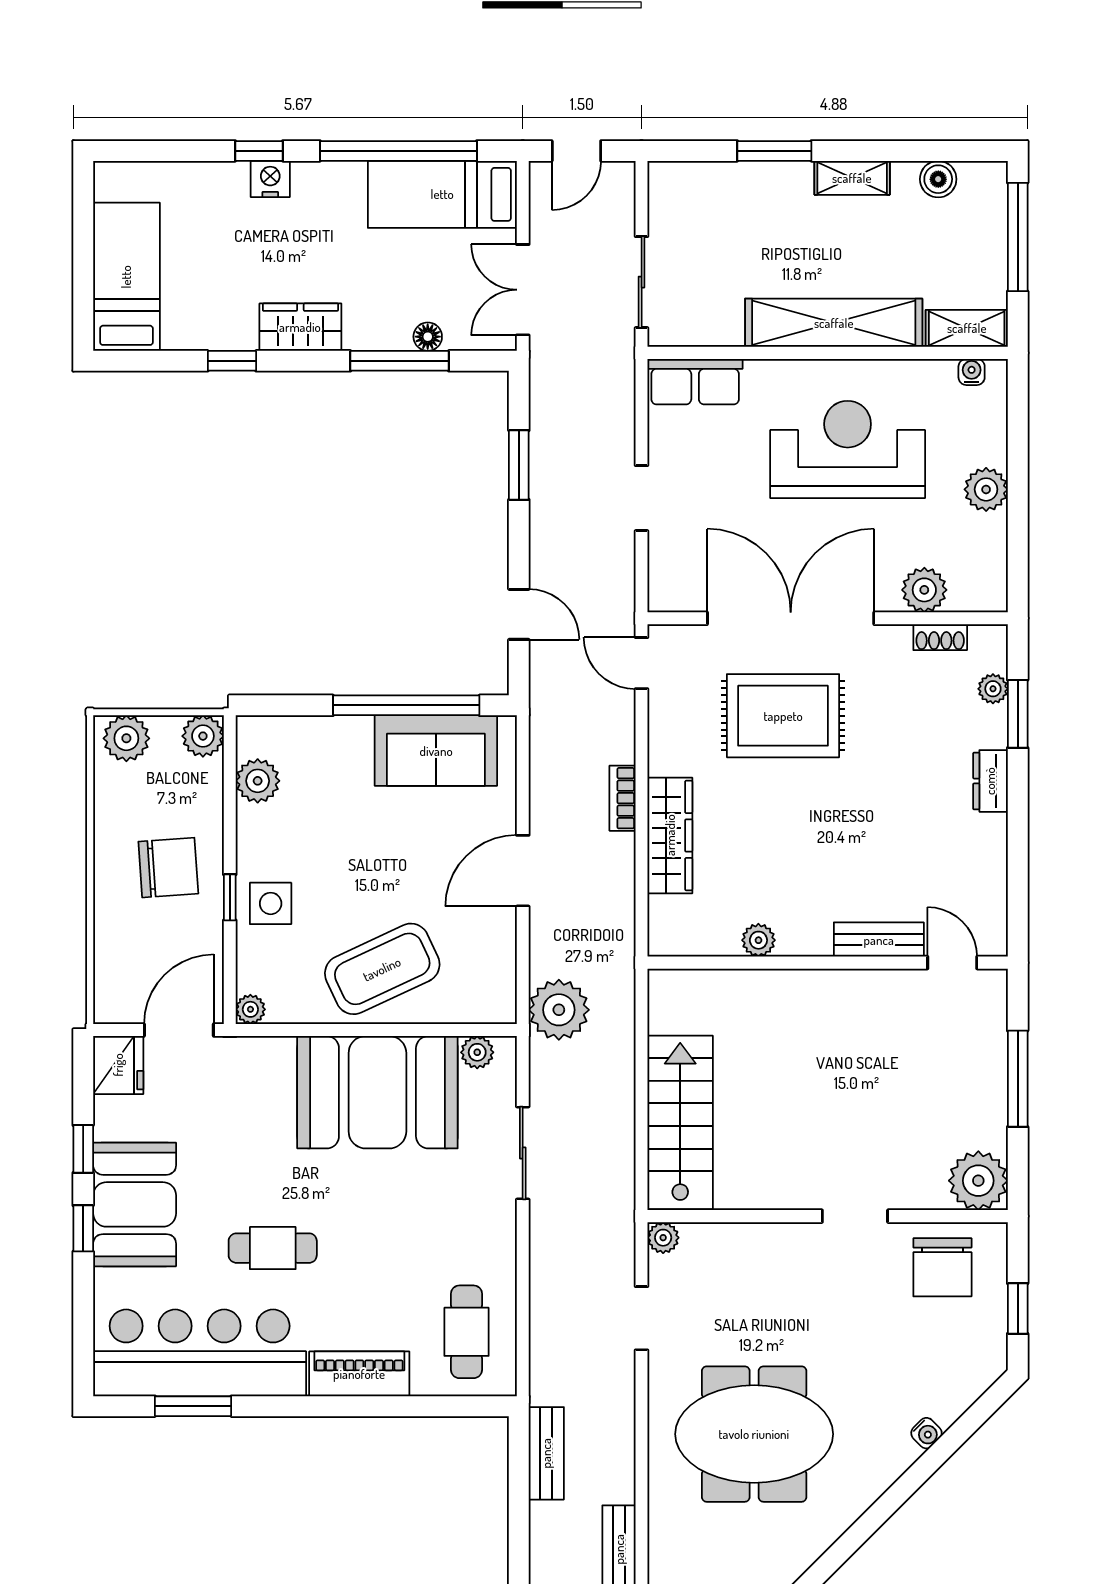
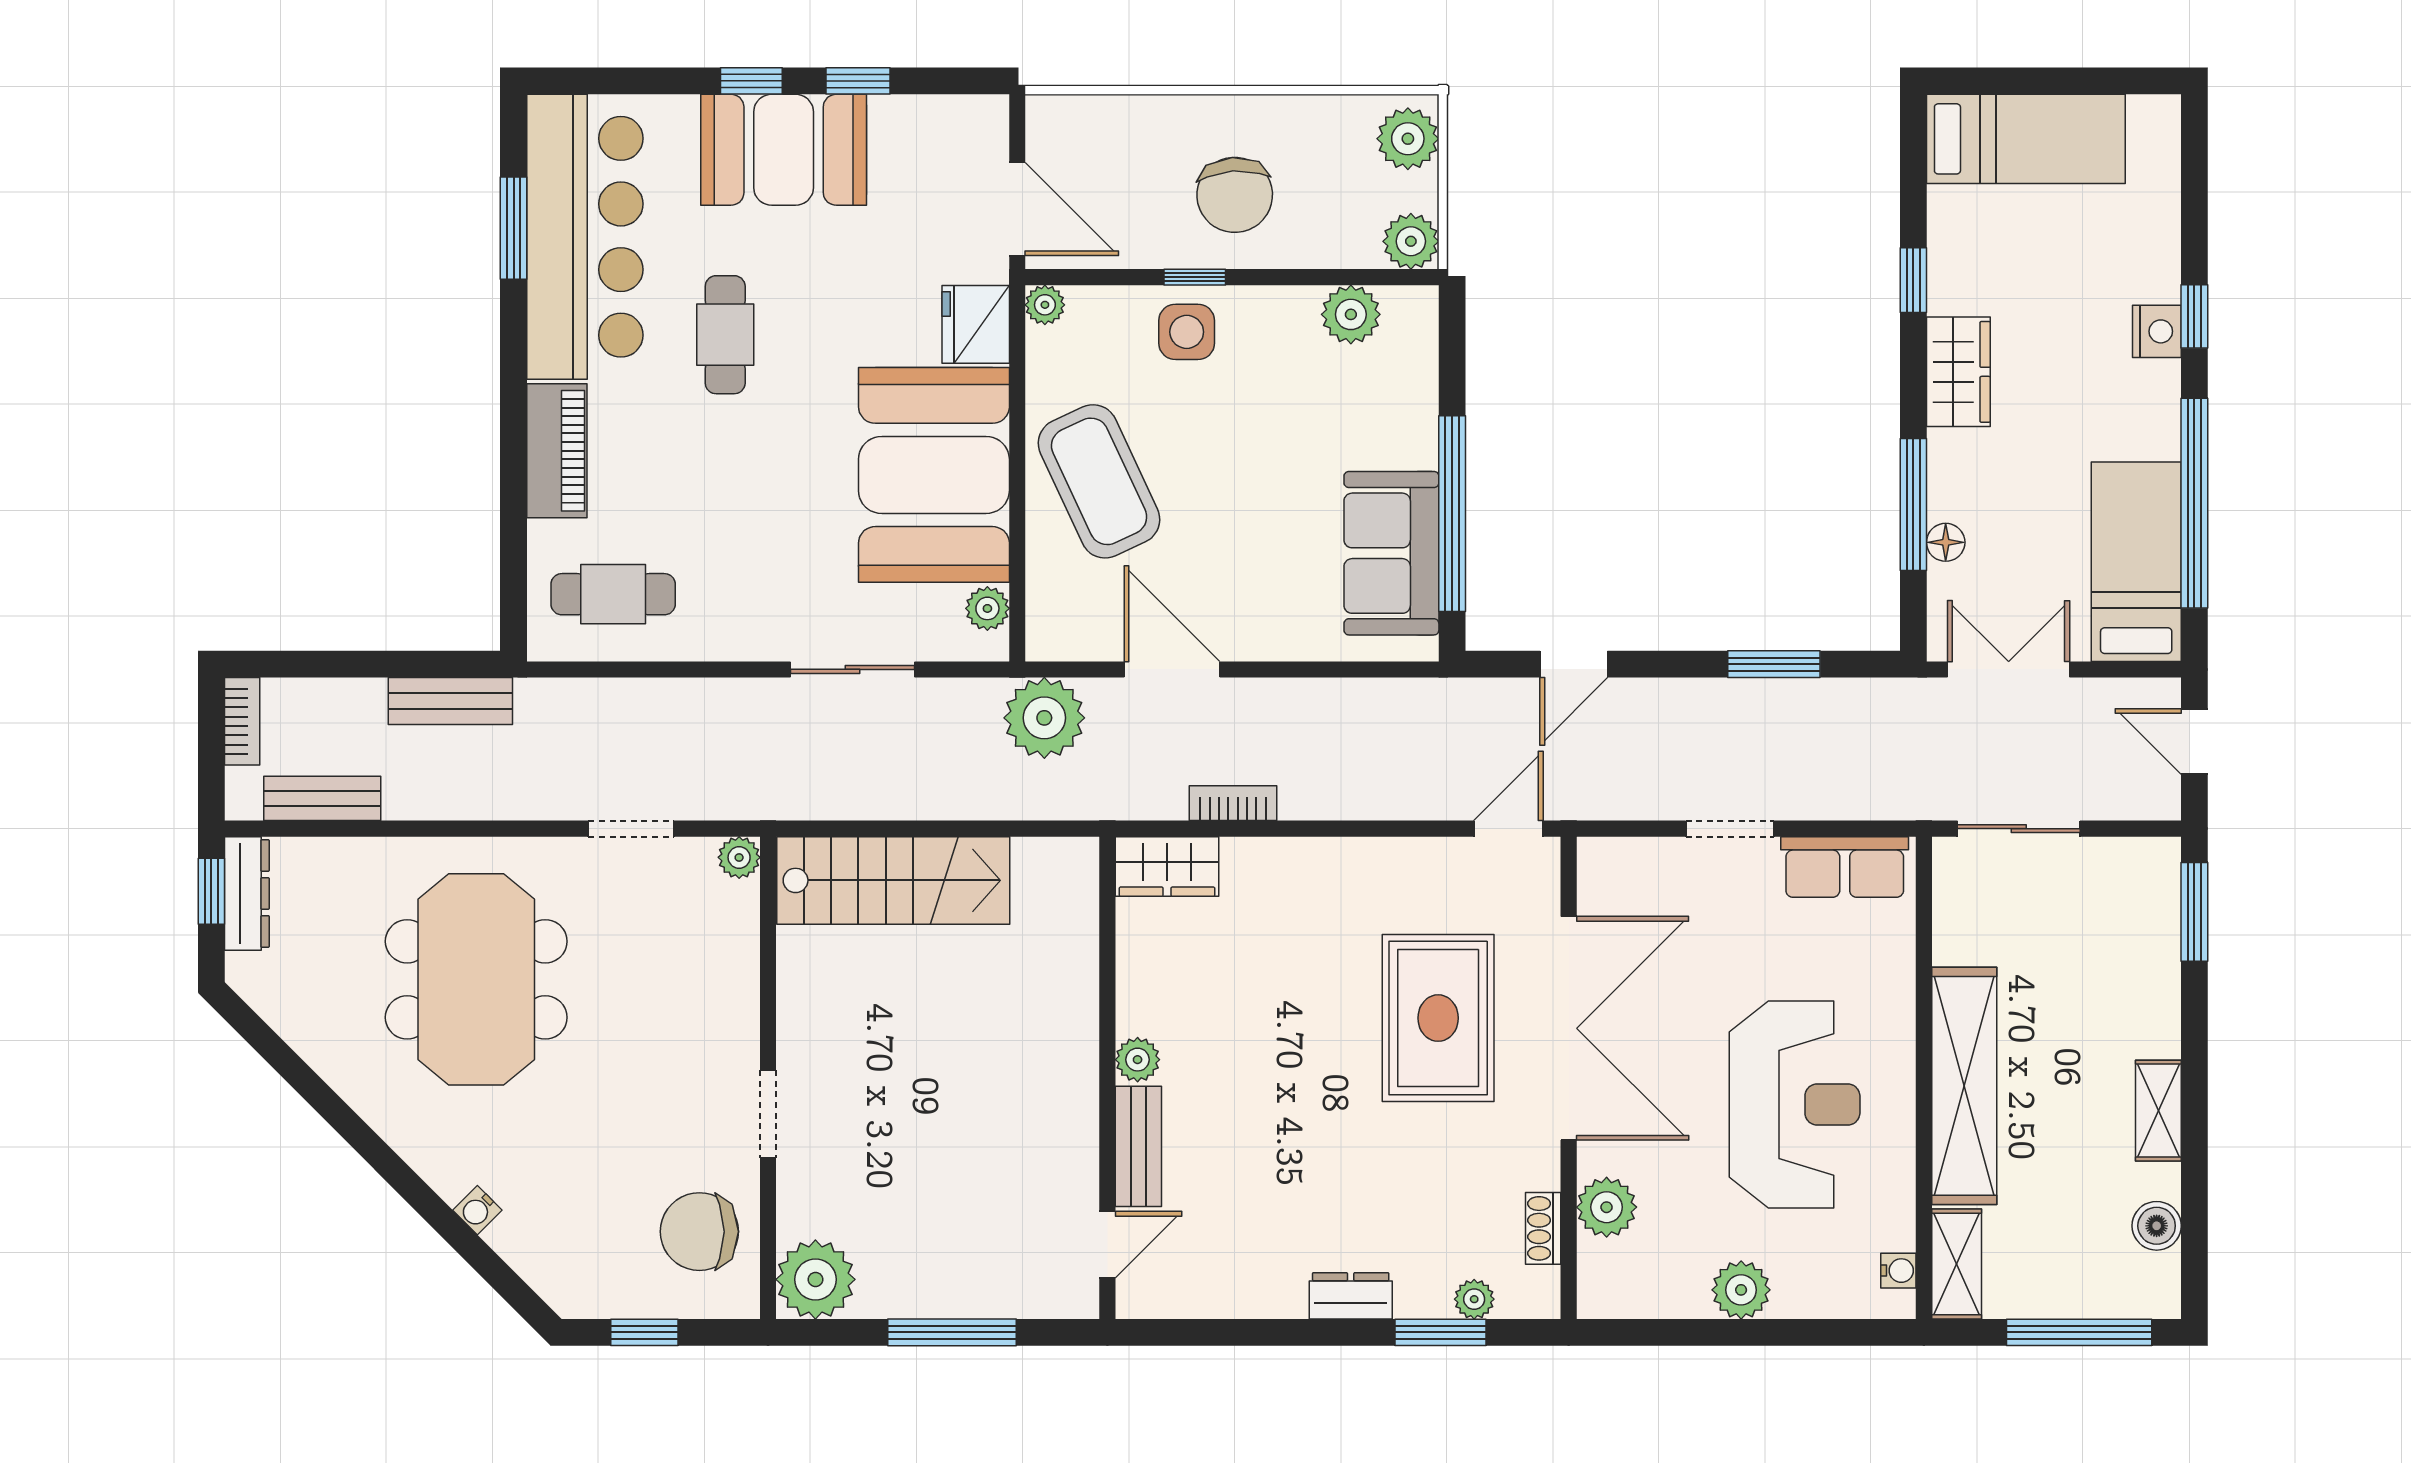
window: (774, 151) -> (2194, 912), moved
row of seats: (695, 382) -> (1845, 867), moved, turned -90
bookcase: (623, 798) -> (1233, 803), moved
wardrobe: (670, 835) -> (1167, 867), moved, width x0.67
door: (523, 871) -> (1172, 669), moved
plant: (758, 940) -> (1138, 1060), moved
fridge: (118, 1065) -> (976, 324), moved, turned 90

